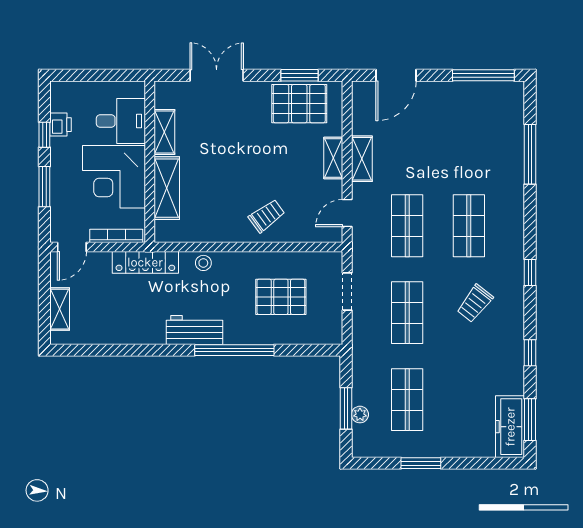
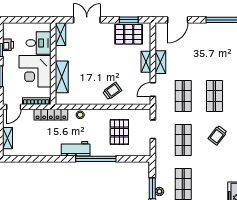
shelving: (164, 132) -> (60, 34), moved
pallet: (281, 297) -> (119, 132), turned 90

